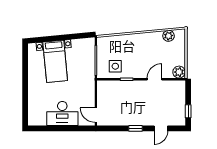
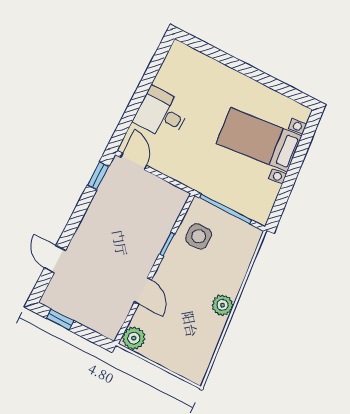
plant: (169, 36) -> (222, 305), moved
desk: (62, 113) -> (162, 114), width x0.73
door: (96, 115) -> (134, 161), hinge flipped
window: (136, 128) -> (98, 176), moved

